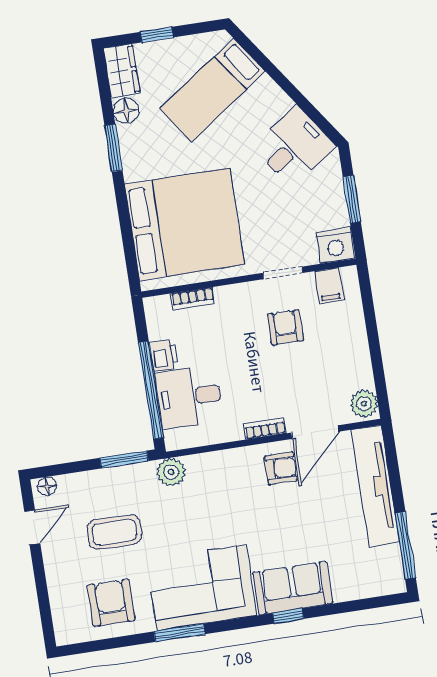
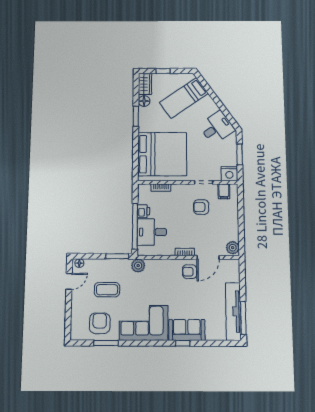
armchair: (285, 327) -> (201, 207), turned -90
armchair: (281, 468) -> (190, 272), turned 180
tv unit: (375, 486) -> (233, 311), moved
window: (179, 633) -> (106, 343), moved

